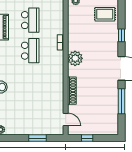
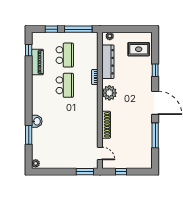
dresser: (74, 27) -> (108, 62), added
window: (37, 138) -> (85, 172), moved

